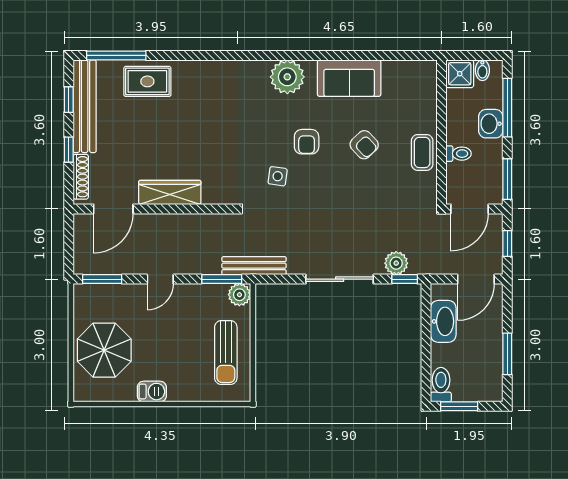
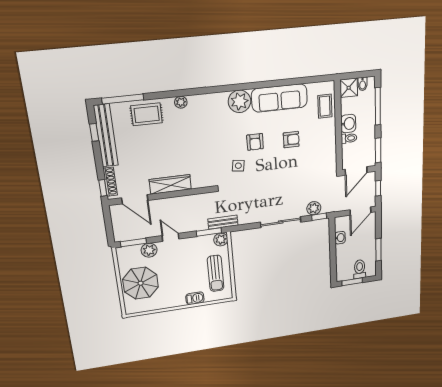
plant: (199, 69) -> (181, 102), added
sofa: (349, 78) -> (279, 98), width x1.36
washbasin: (491, 124) -> (348, 124), moved, turned 180
armchair: (364, 145) -> (291, 140), turned -47
window: (69, 150) -> (103, 188), moved
coffee table: (422, 152) -> (325, 106), moved
door: (113, 209) -> (135, 199), hinge flipped
bench: (254, 266) -> (223, 222), width x0.73
door: (160, 279) -> (170, 237), swing flipped
plant: (124, 296) -> (149, 250), added
washbasin: (443, 321) -> (340, 238), width x0.52, depth x0.69
toilet: (441, 385) -> (360, 269), moved
barbecue: (152, 392) -> (195, 298), moved

